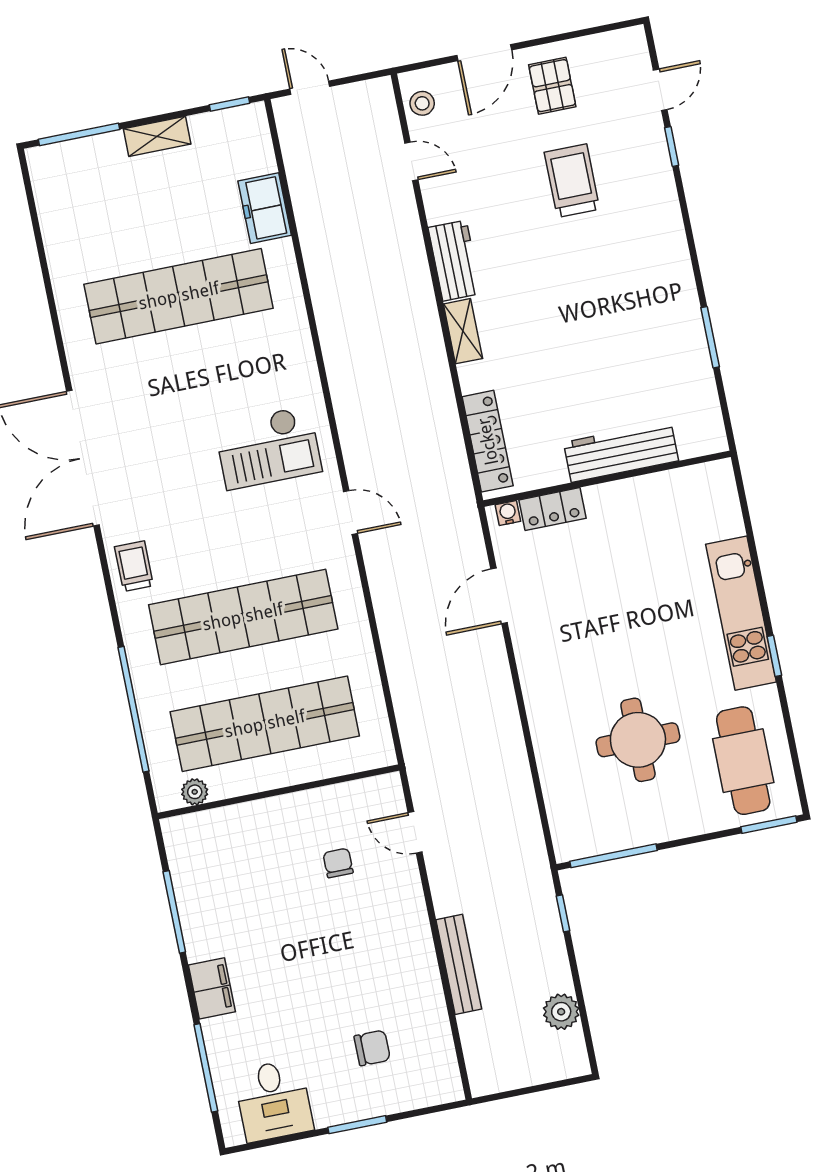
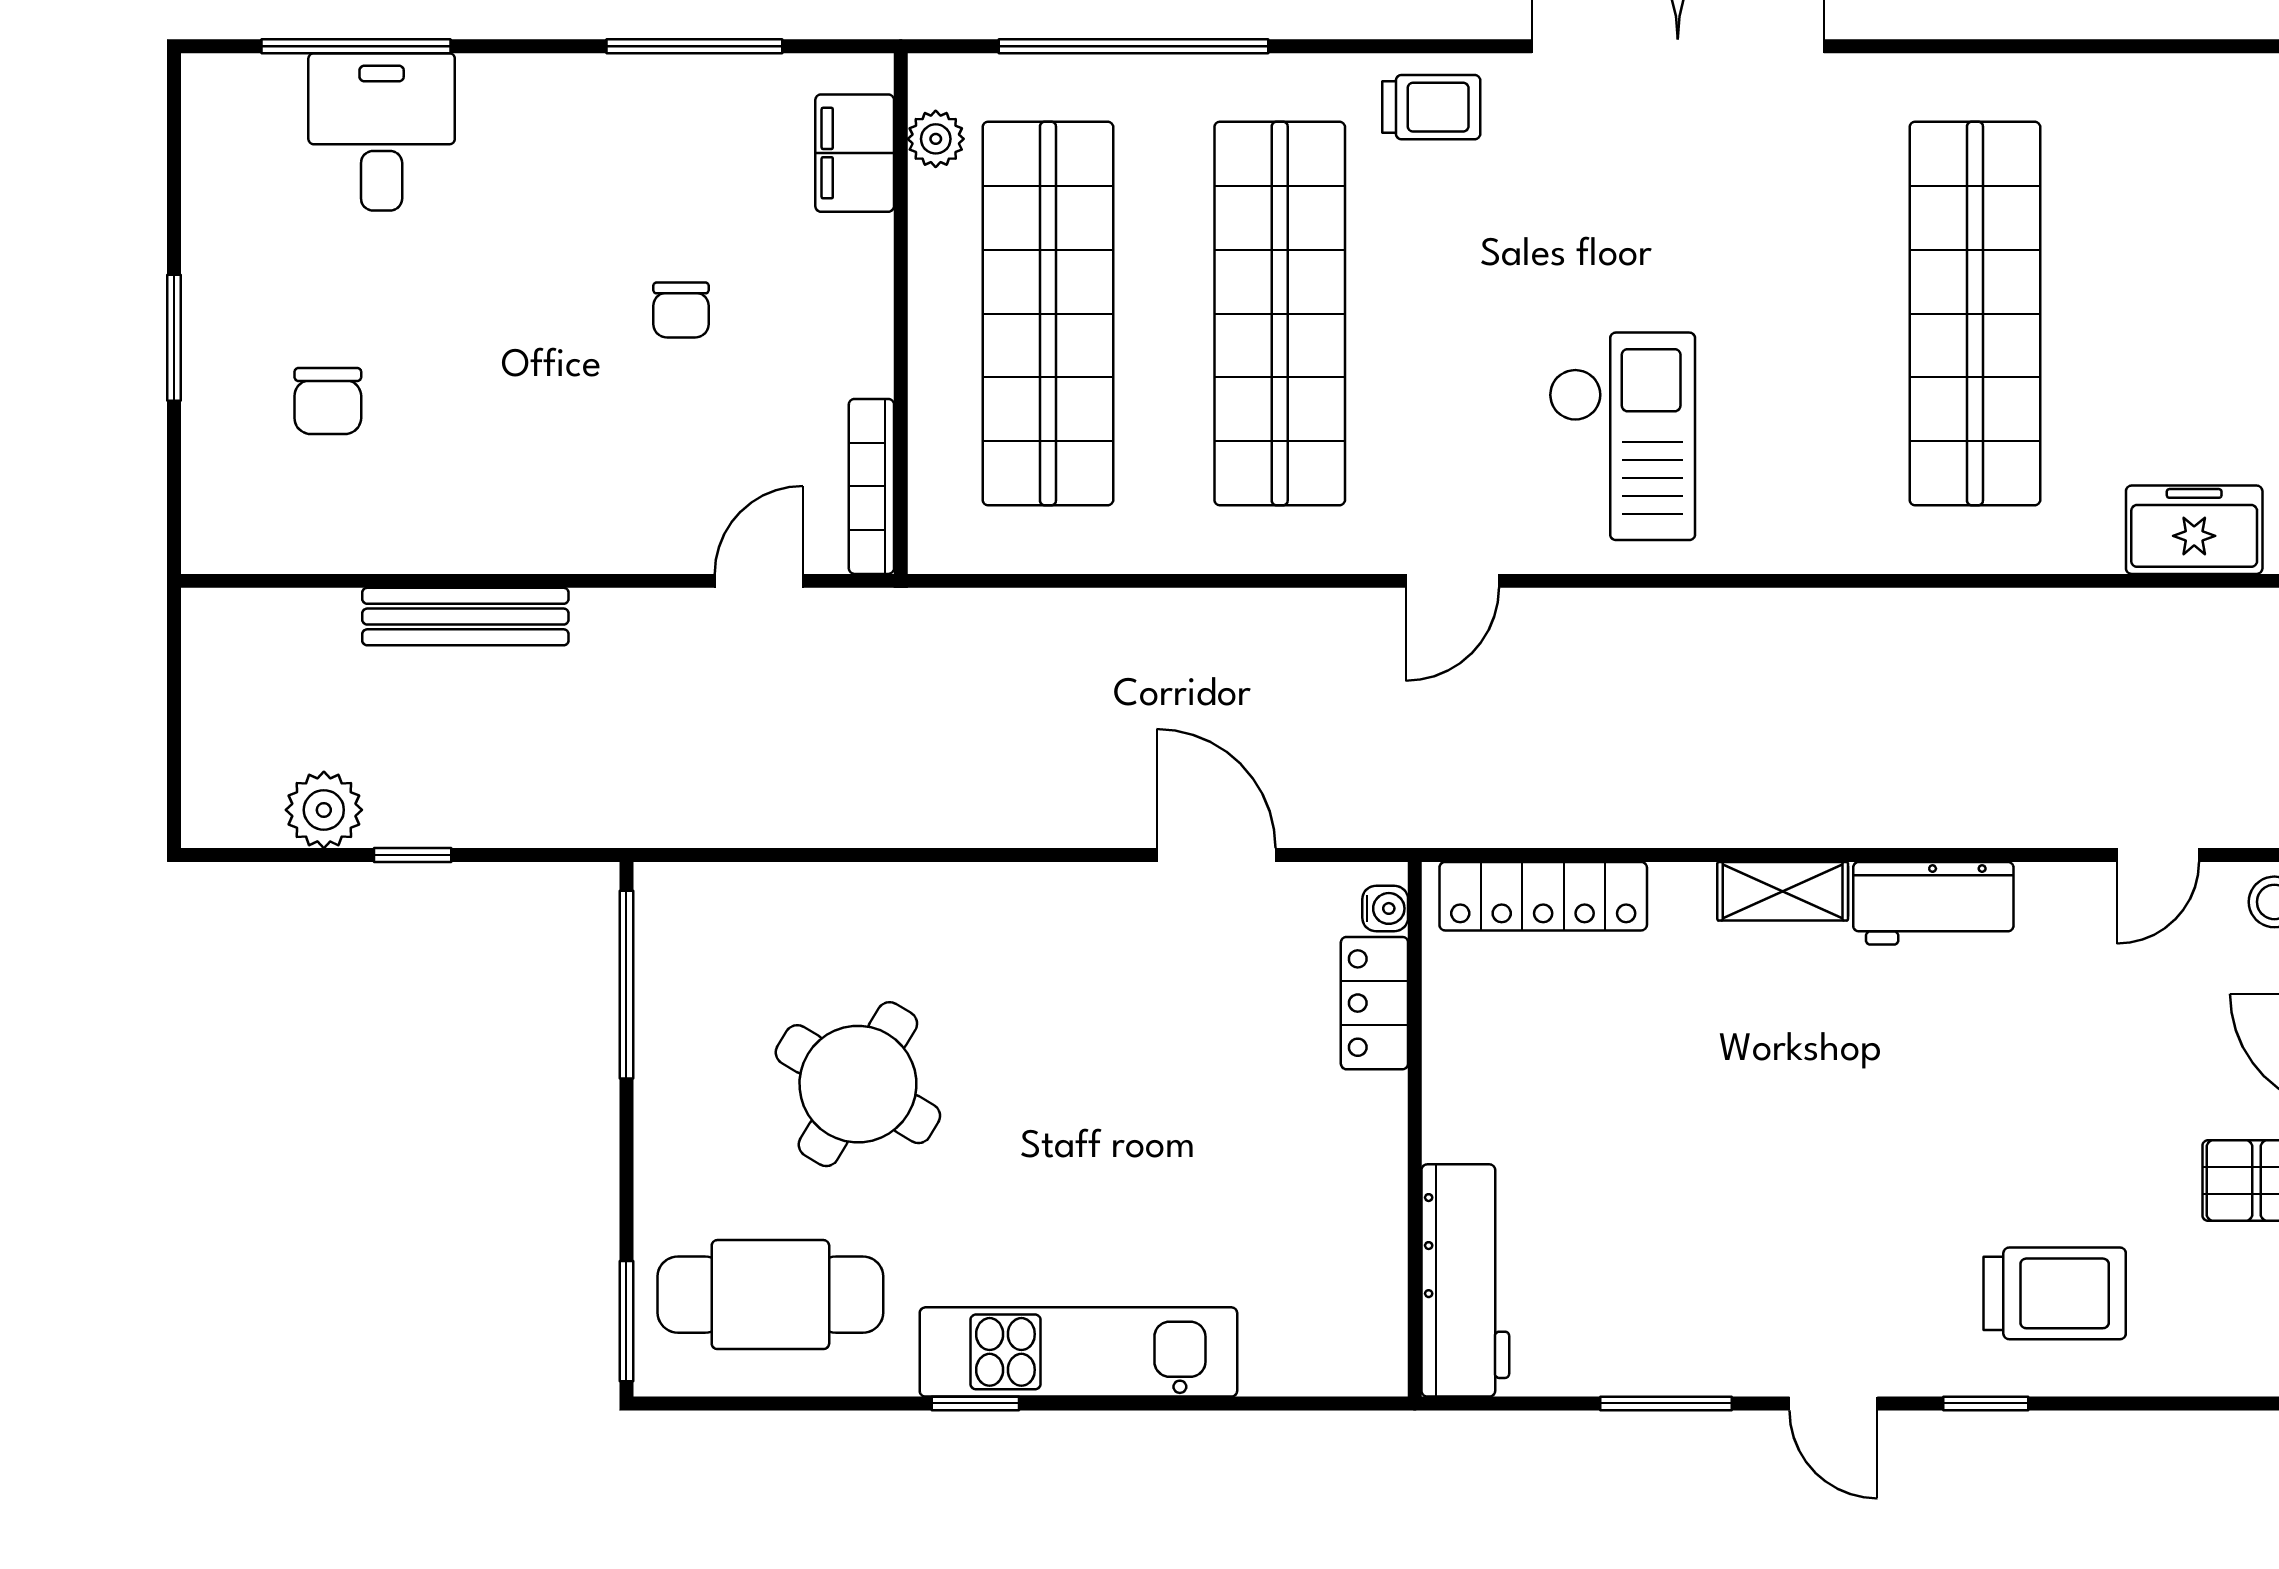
door: (660, 90) -> (1833, 1403), moved
window: (672, 146) -> (1986, 1403), moved
trolley: (572, 181) -> (2055, 1293), moved
freezer: (265, 208) -> (2194, 530), moved
checkout: (268, 448) -> (1622, 436), turned 180
workbench: (621, 452) -> (1465, 1280), moved
round table: (638, 740) -> (858, 1084), turned 31
bookcase: (361, 789) -> (871, 486), added
chair: (338, 863) -> (681, 310), moved, turned 90
window: (563, 913) -> (413, 855), moved
filing cabinet: (212, 988) -> (855, 153), moved, turned 90
desk: (274, 1100) -> (382, 132), moved, turned 90

